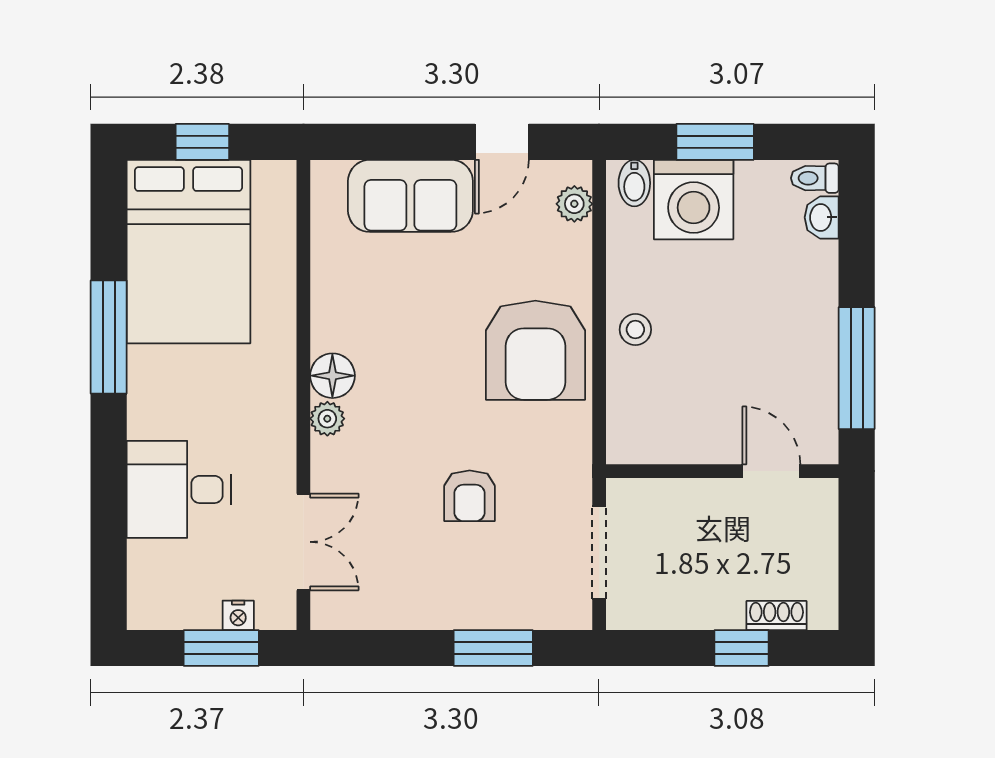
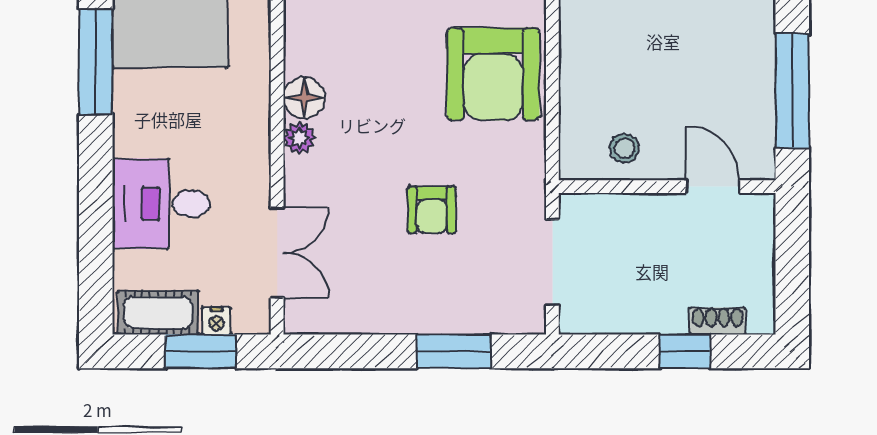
stool: (635, 330) -> (624, 148), moved
cot: (175, 606) -> (158, 313), added

